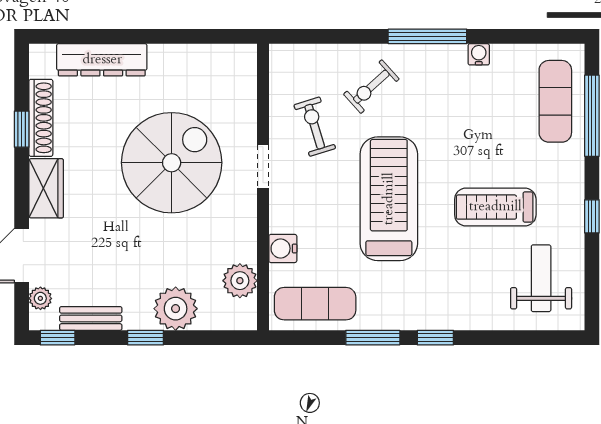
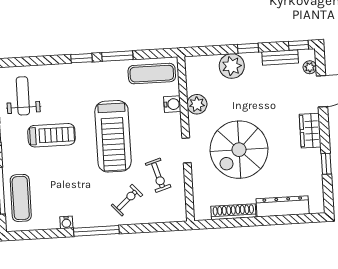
shoe rack: (41, 118) -> (233, 212), moved, turned 90
weight bench: (541, 278) -> (23, 96), turned 180
plant: (240, 281) -> (197, 104), moved

